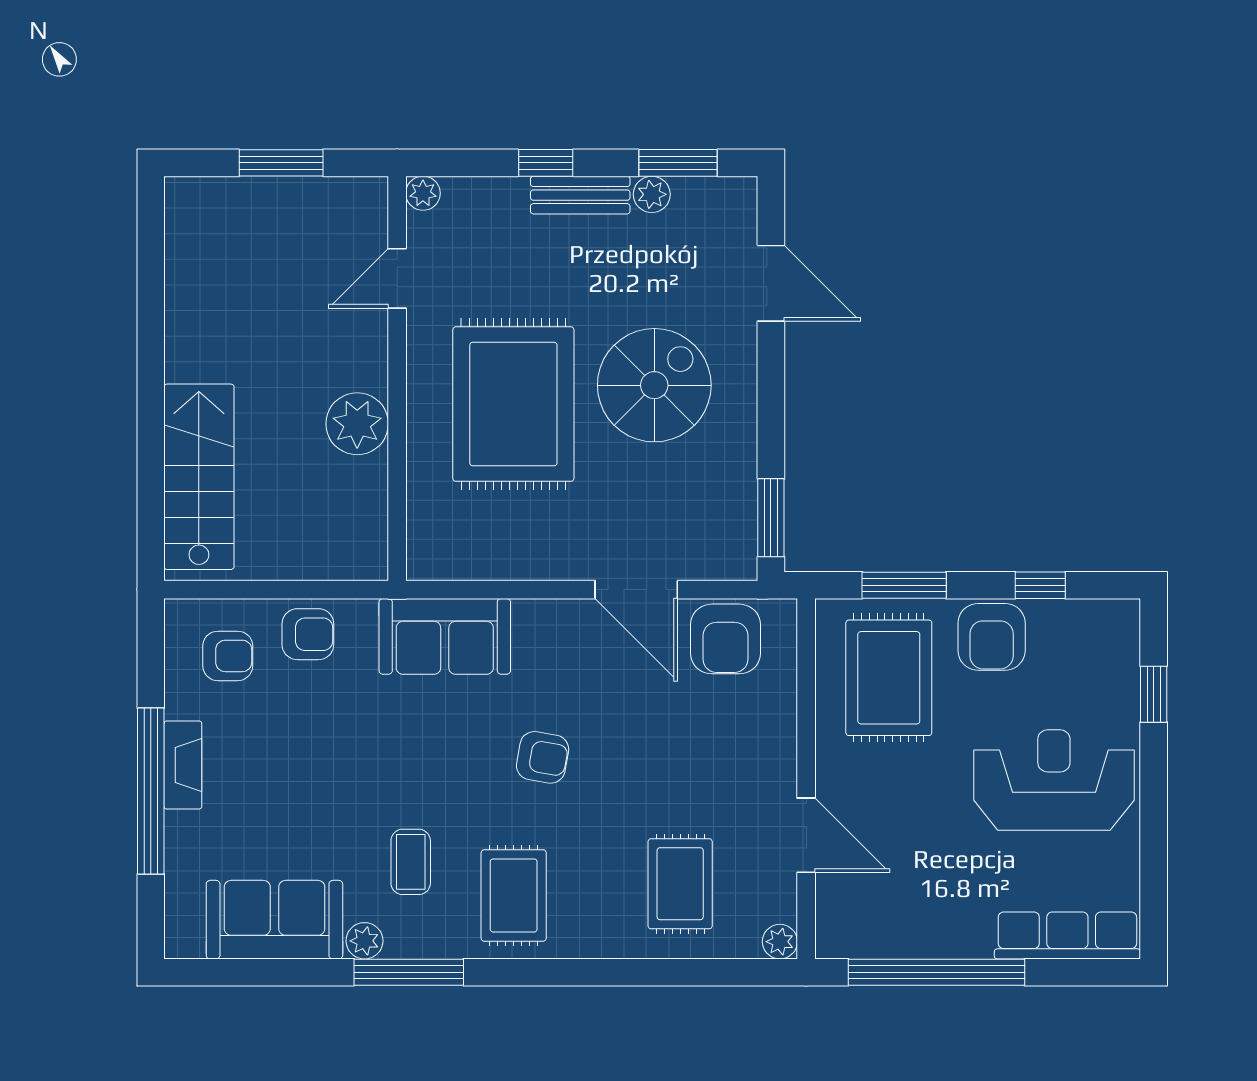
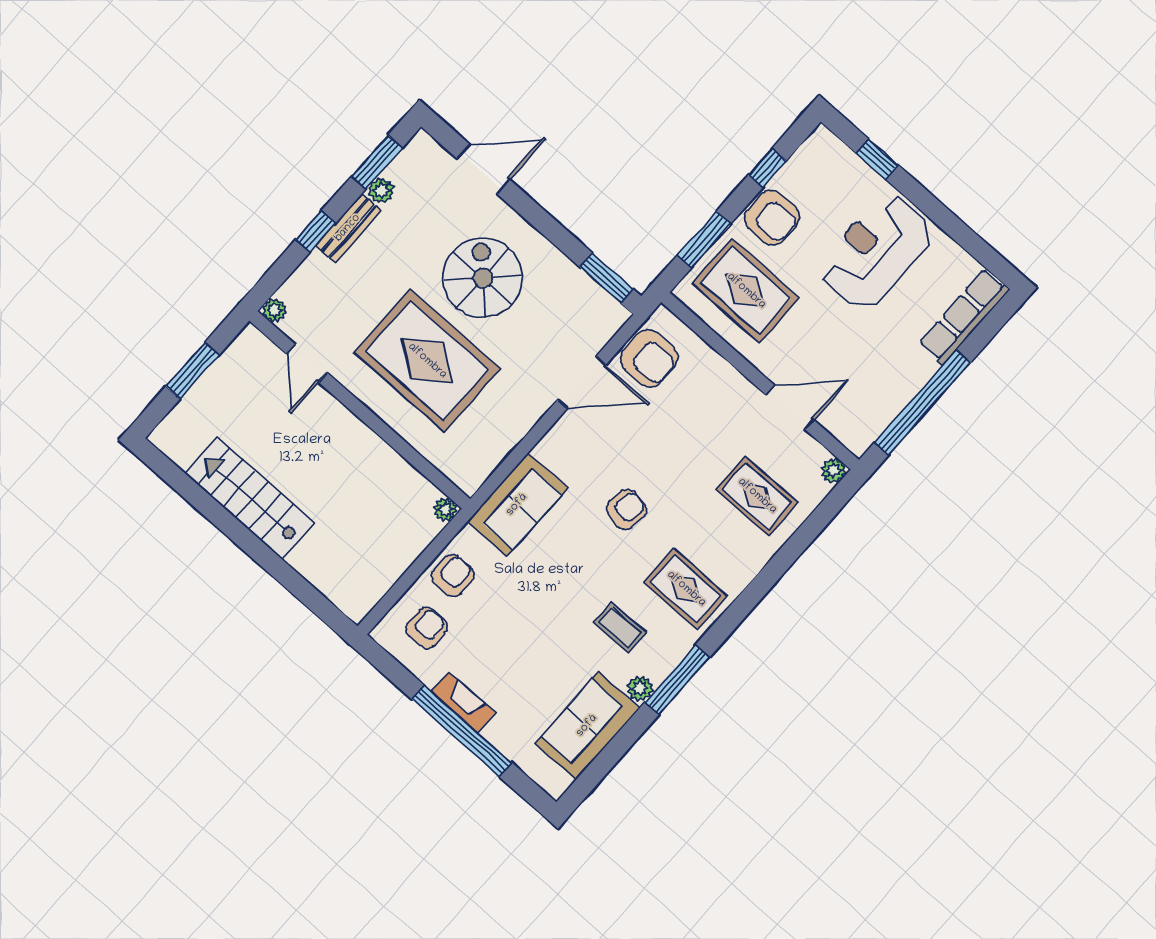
plant: (357, 424) -> (445, 510), moved, width x0.53, depth x0.53
stairs: (199, 477) -> (250, 498), moved

